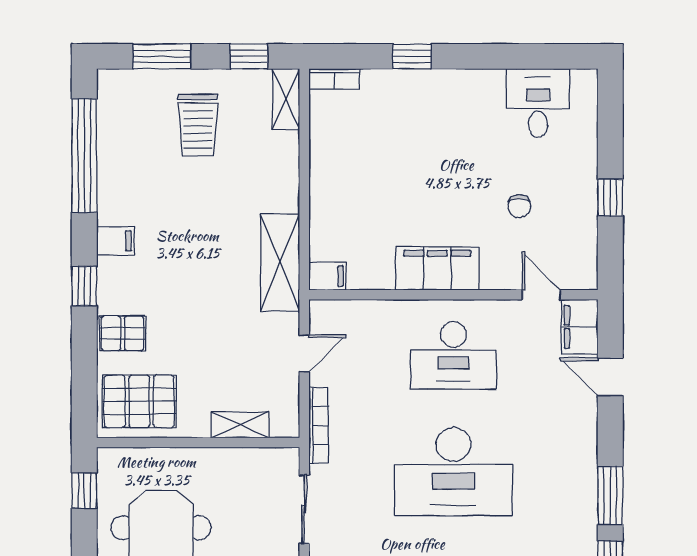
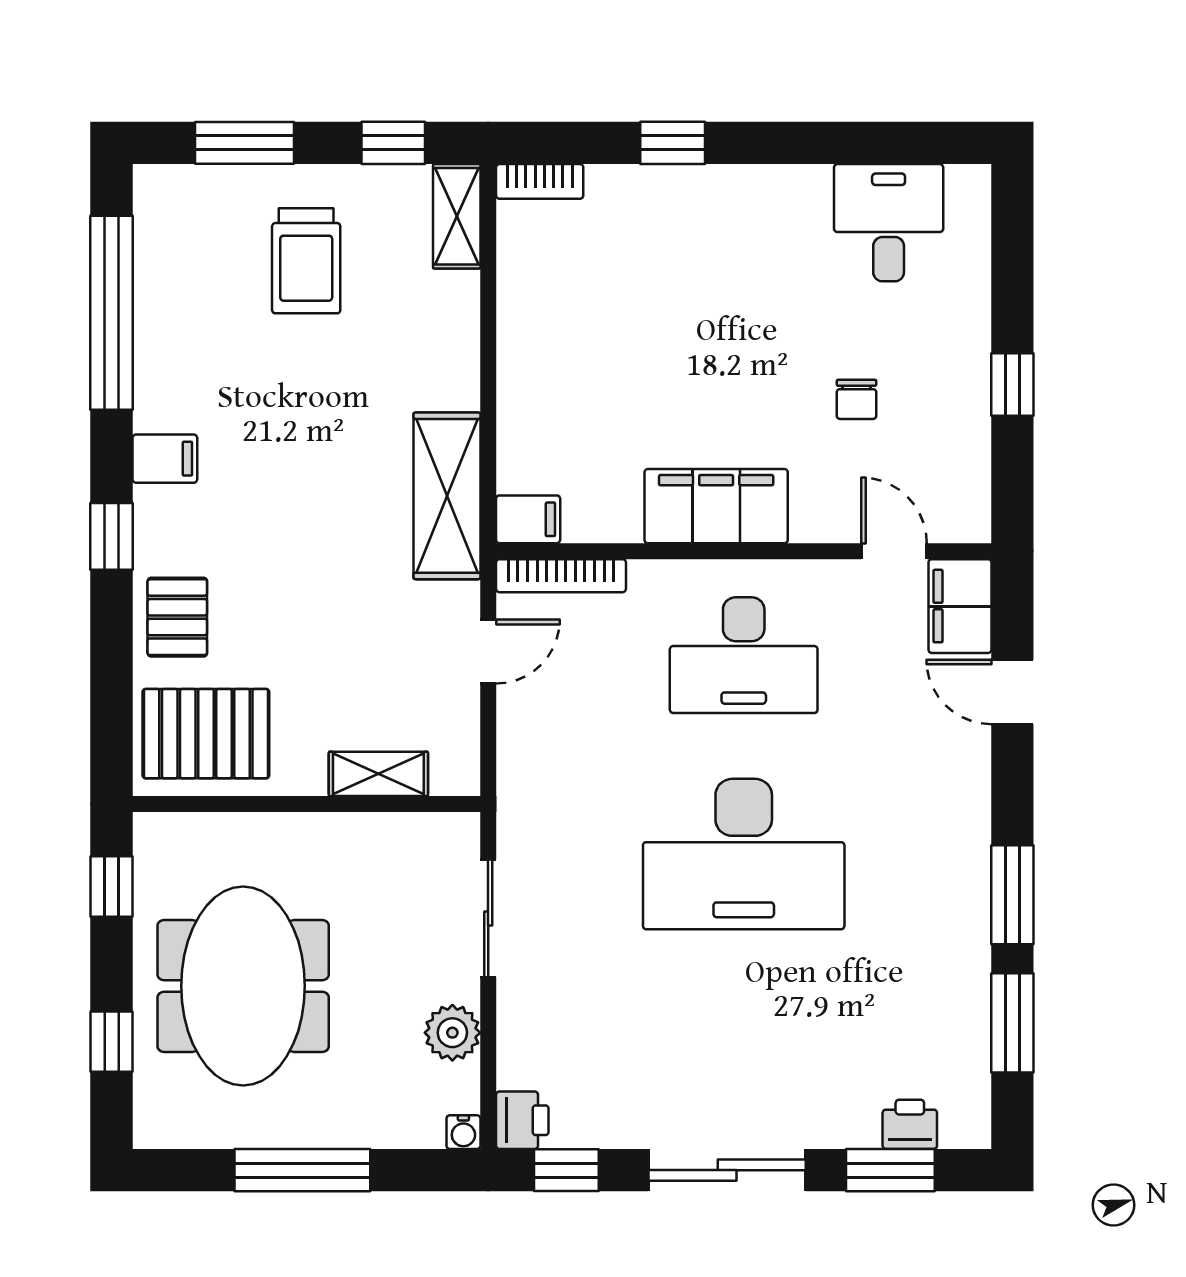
pallet: (123, 333) -> (177, 617), turned 90
bookcase: (319, 425) -> (561, 576), moved, turned 90

